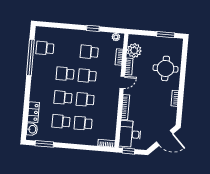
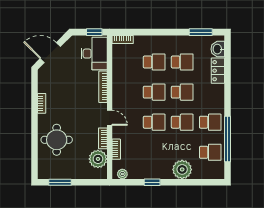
plant: (68, 36) -> (182, 169), added
school desk: (89, 52) -> (210, 122), moved
door: (122, 82) -> (110, 118), swing flipped

